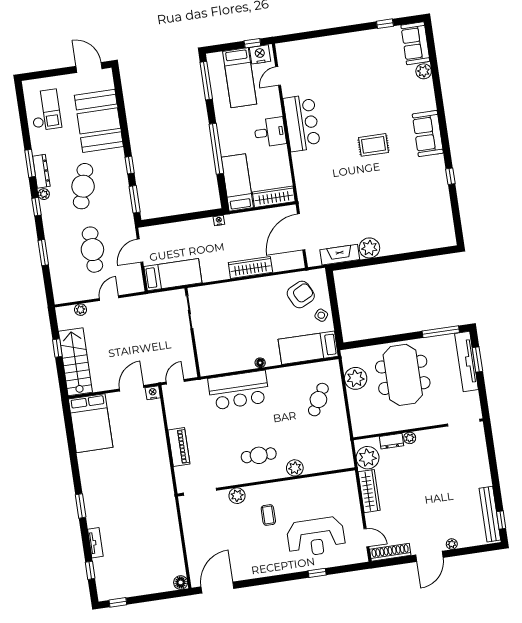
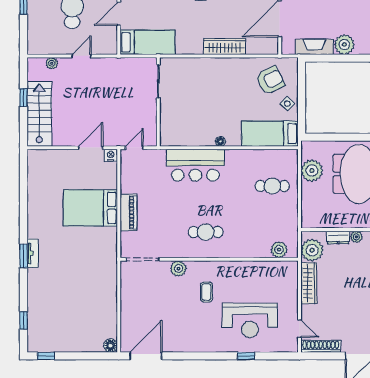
cafe table: (318, 400) -> (272, 186), turned 61
bed: (91, 423) -> (90, 208), moved, turned 90
plant: (295, 468) -> (279, 250), moved
tv unit: (95, 543) -> (33, 253), moved

